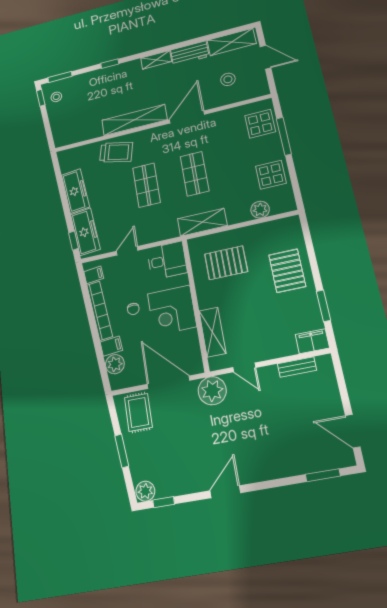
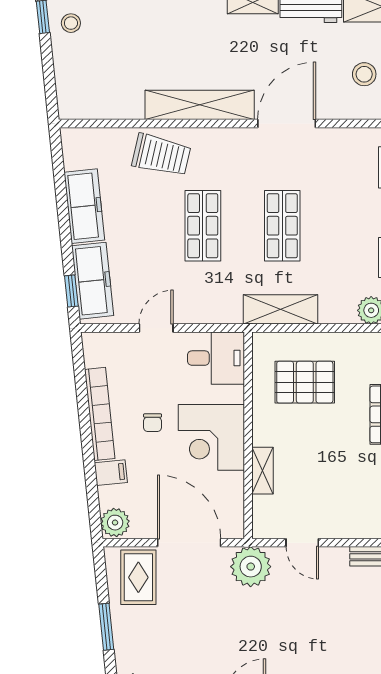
filing cabinet: (94, 275) -> (97, 355), removed
shelving: (212, 332) -> (263, 471), width x0.67, depth x0.75
plant: (115, 364) -> (115, 523), moved

